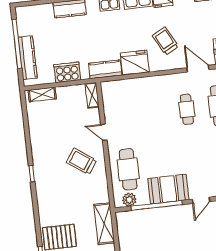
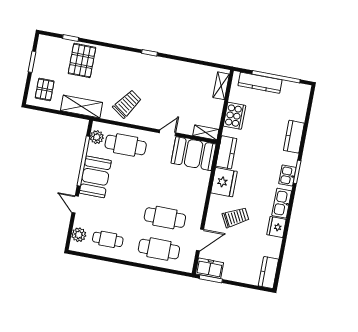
booth: (116, 101) -> (194, 154), added
cafe table: (187, 109) -> (165, 218), width x1.37, depth x1.35
trolley: (81, 161) -> (127, 104), moved

